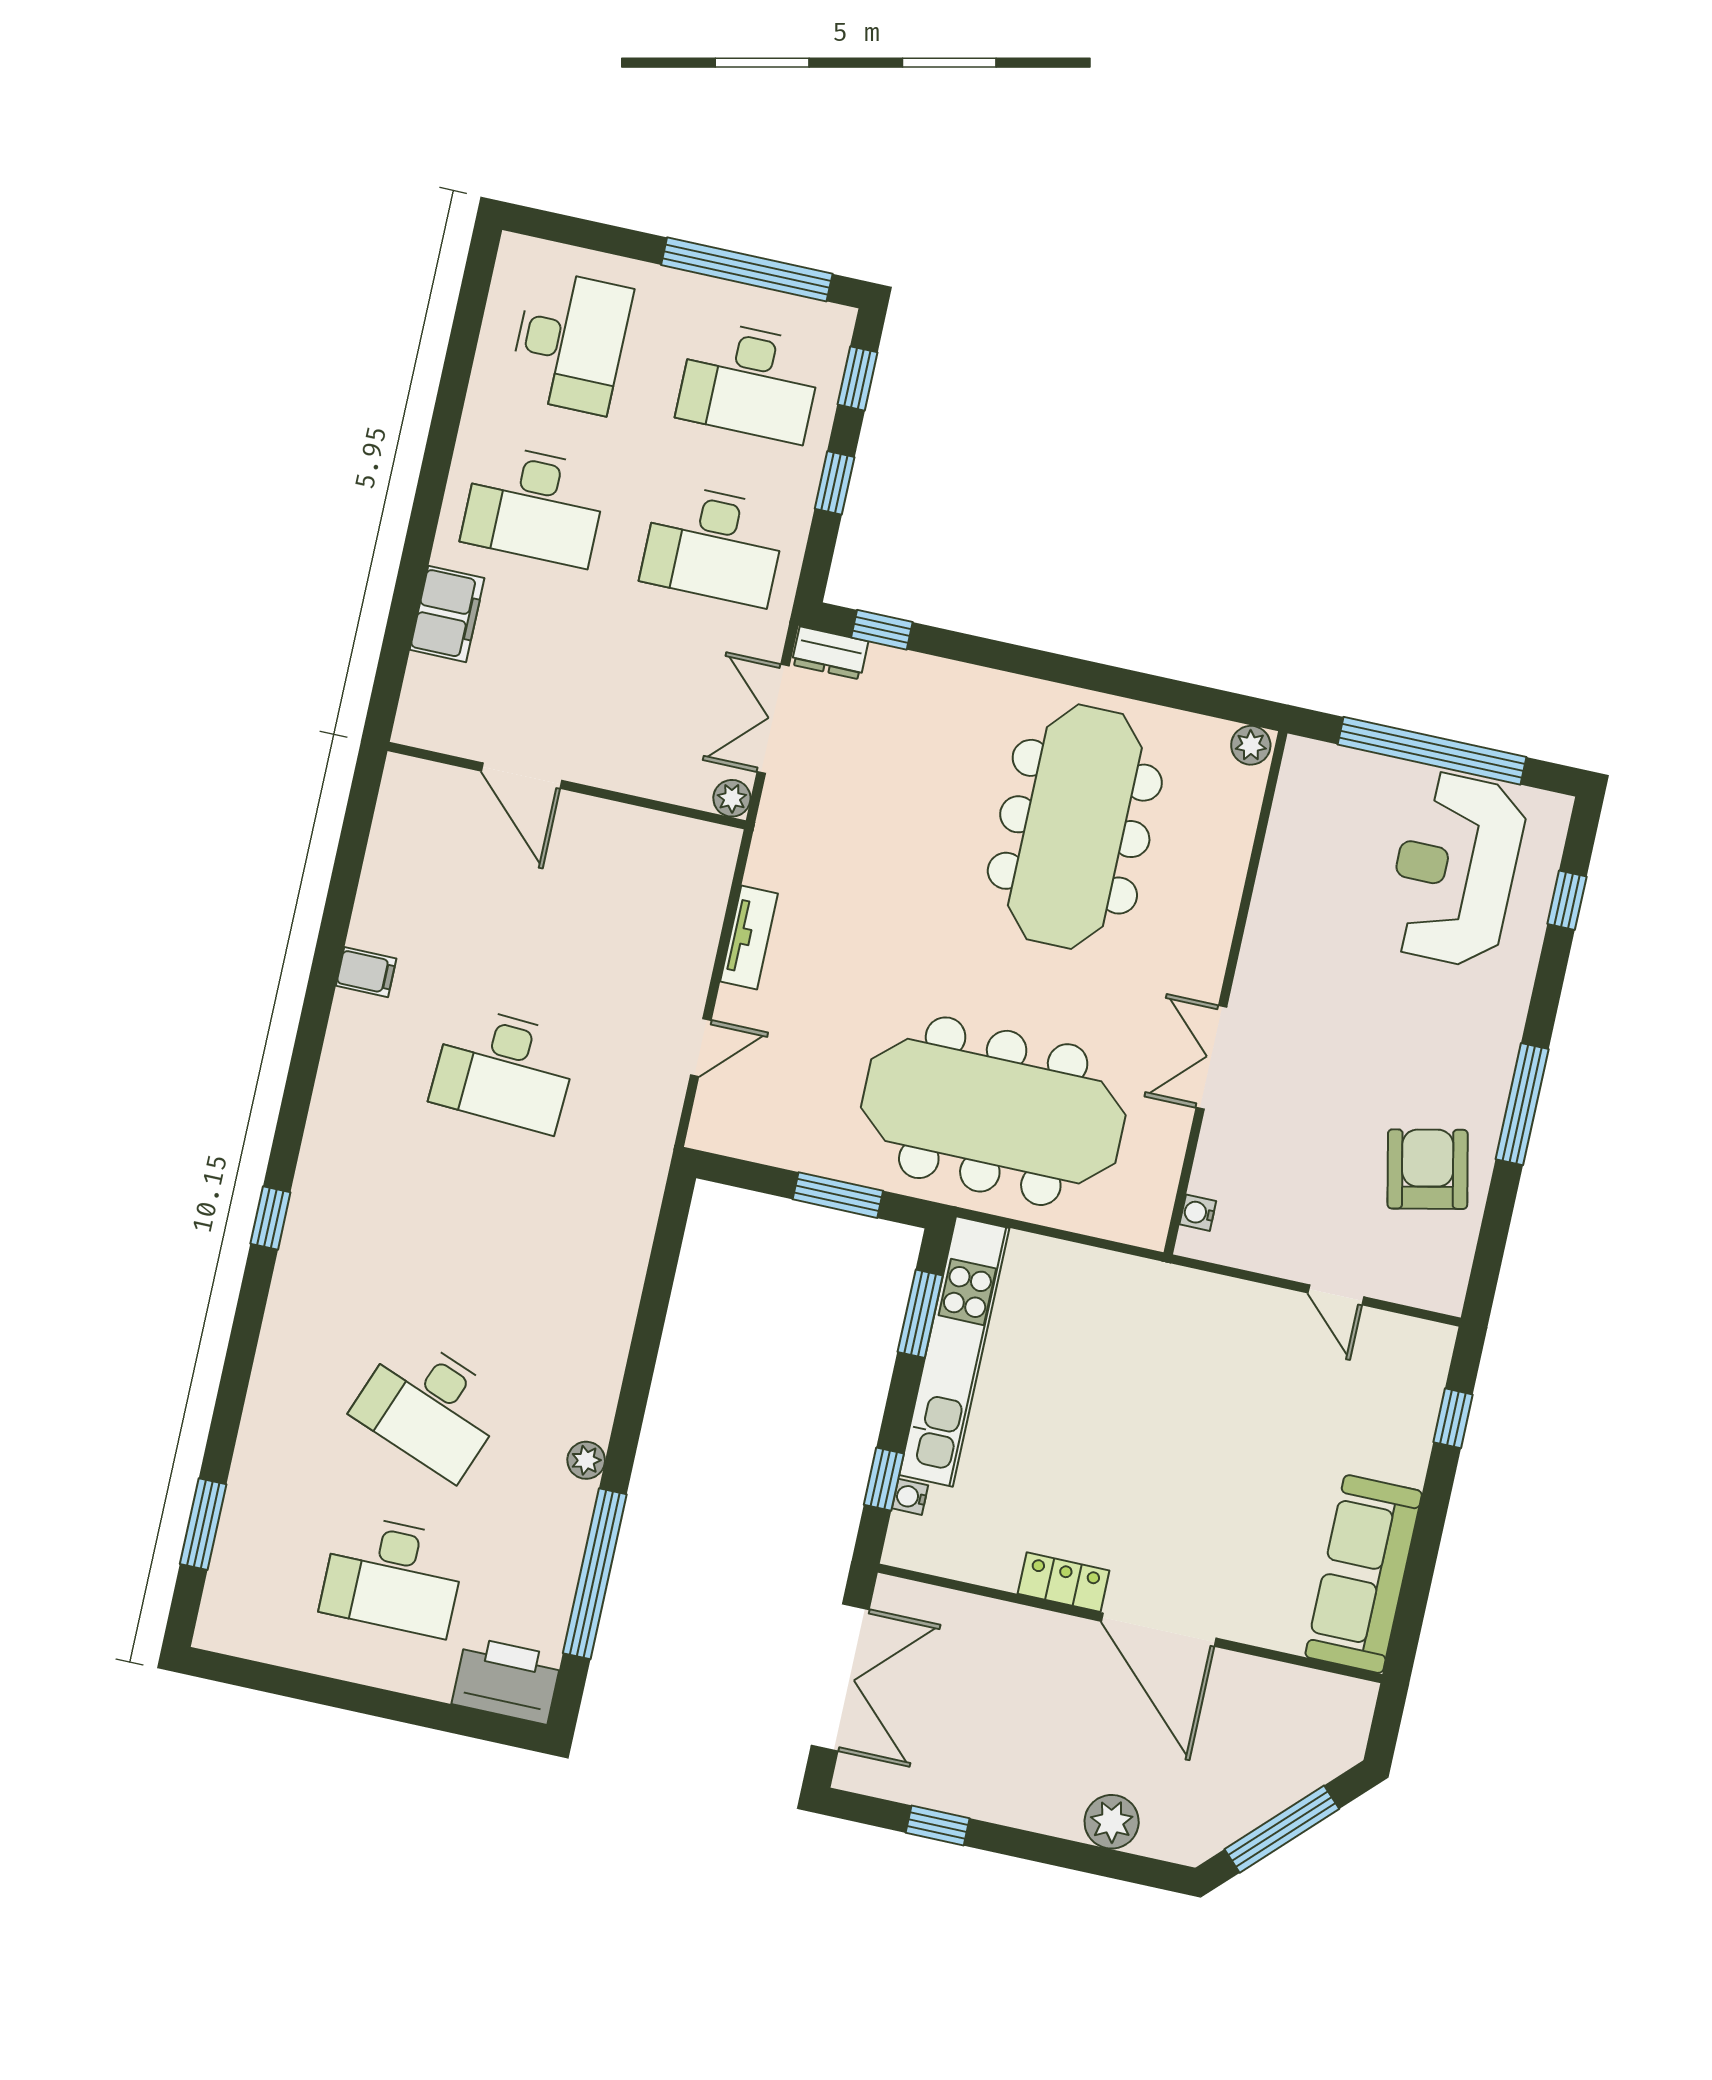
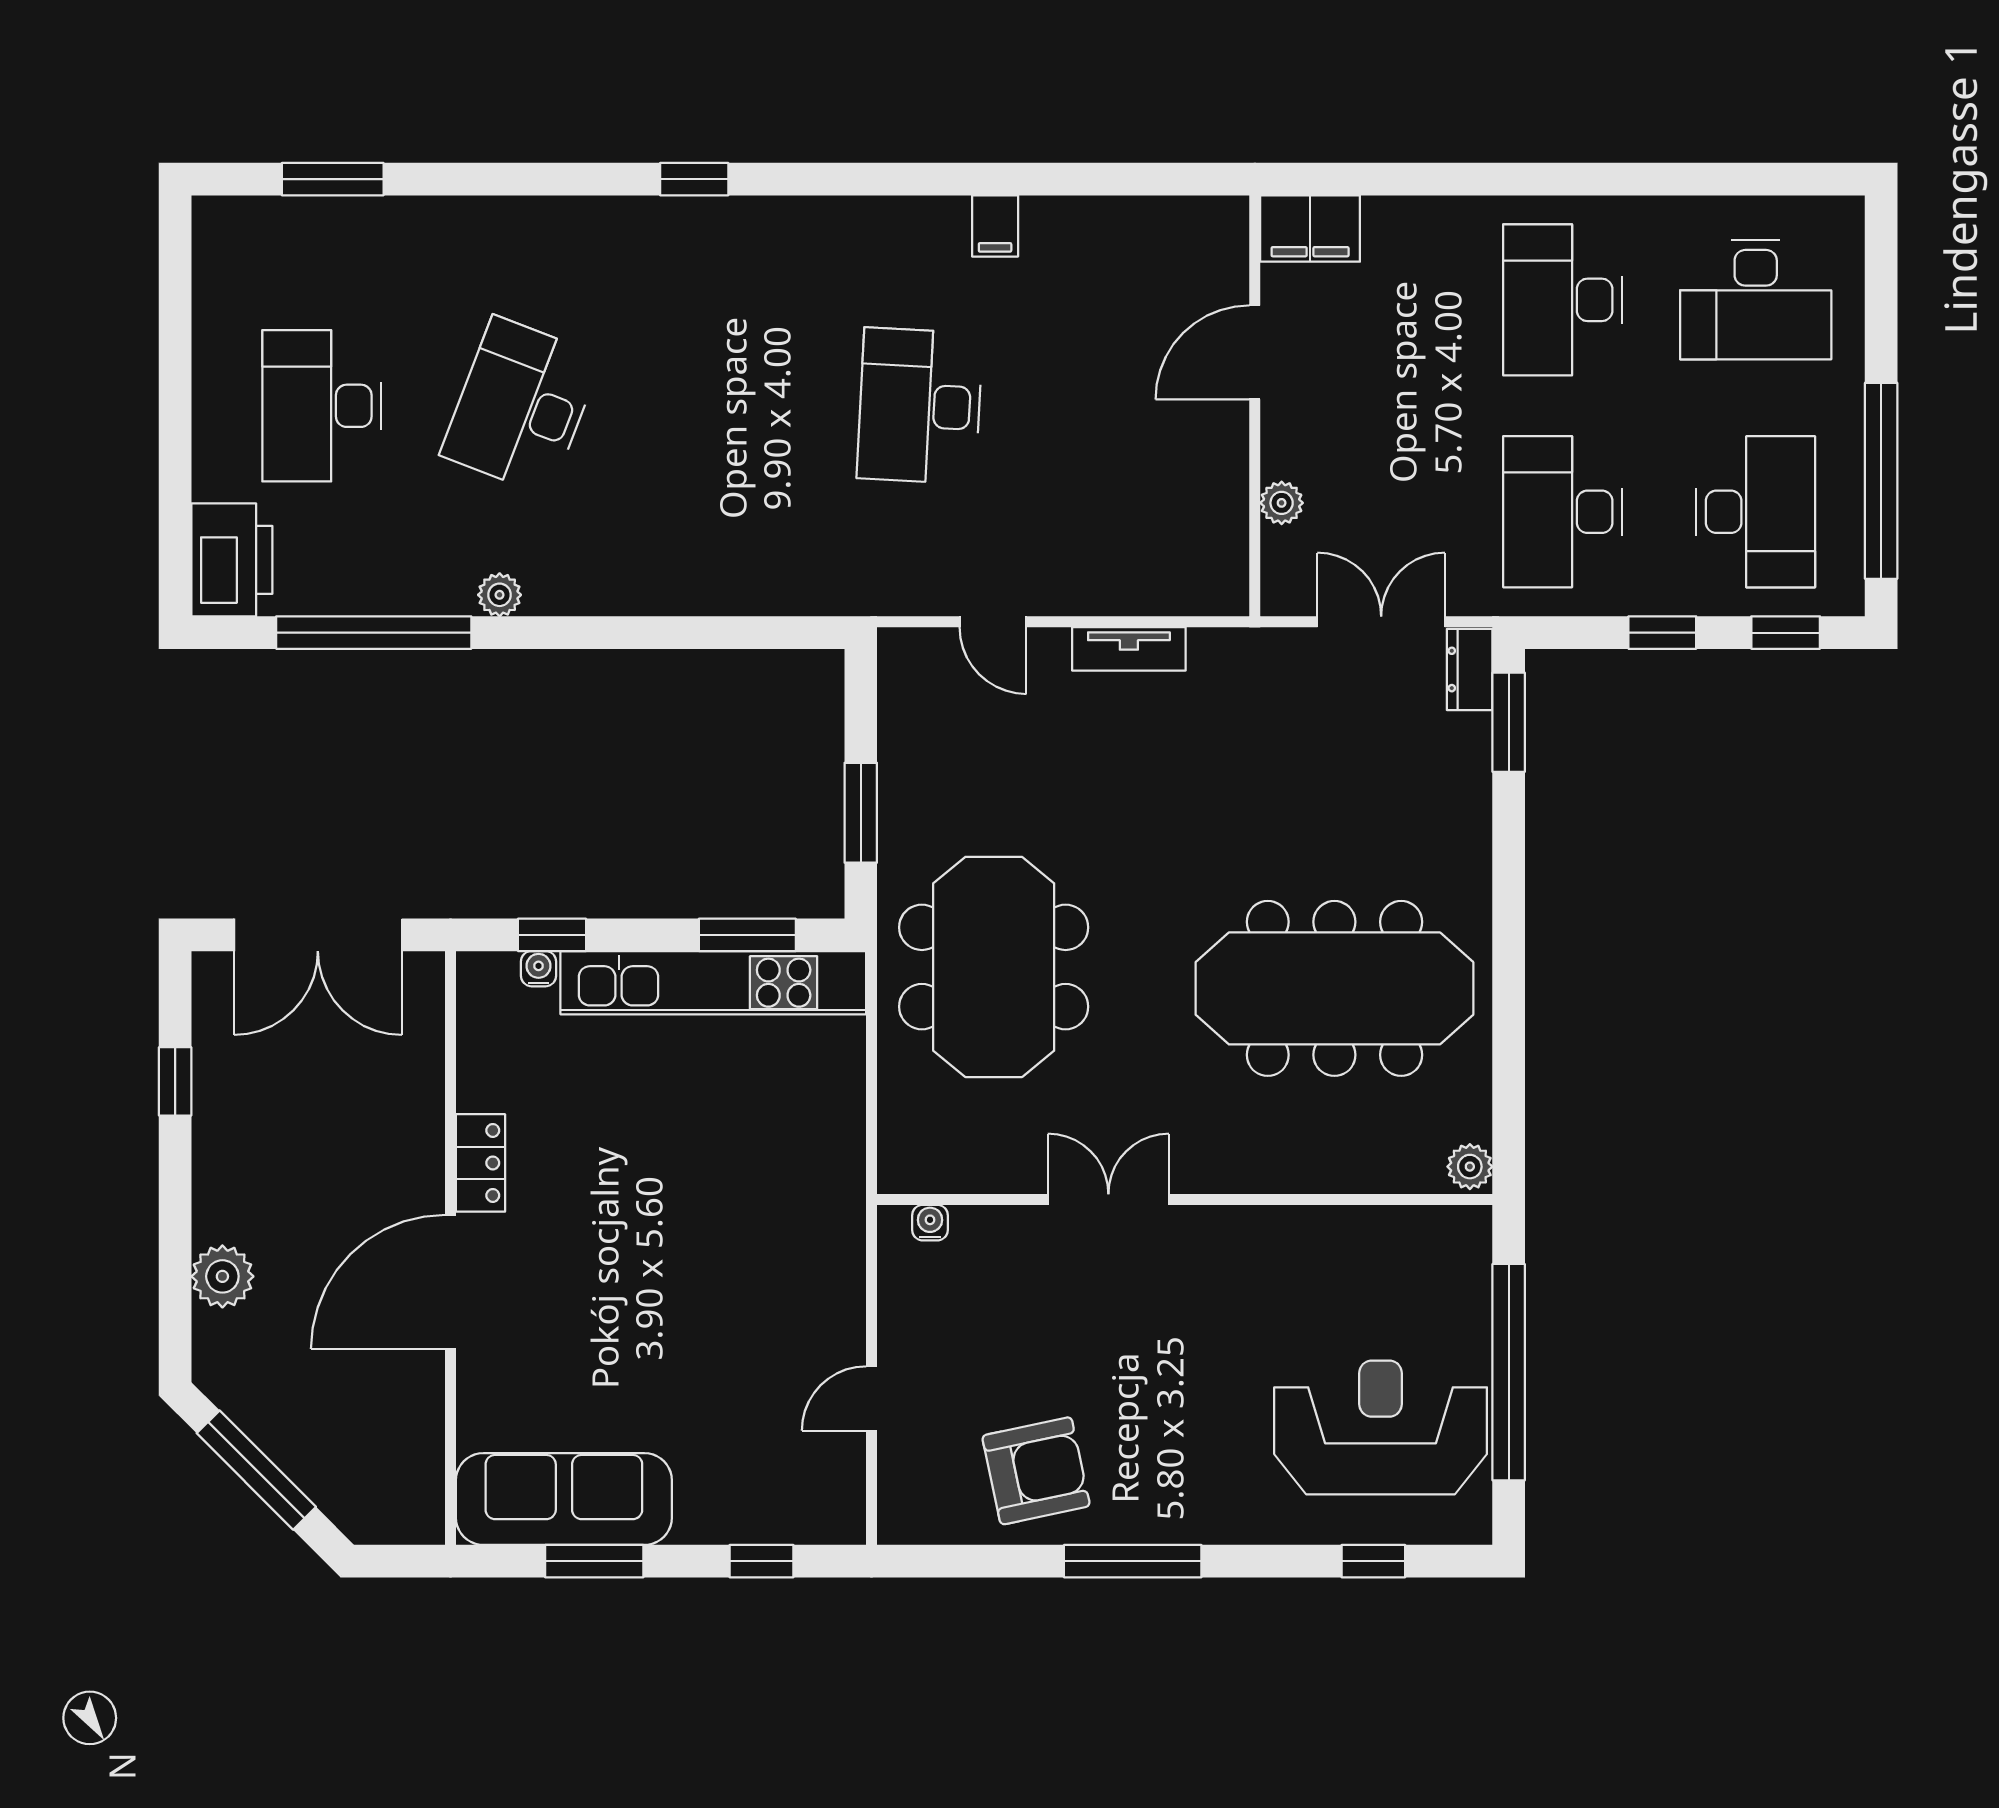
desk: (750, 381) -> (1756, 512), turned 180
filing cabinet: (447, 614) -> (1310, 228), moved
window: (882, 630) -> (1509, 722), width x1.50
plant: (732, 798) -> (1282, 503), moved
meeting table: (993, 1111) -> (994, 967), width x0.73
window: (1422, 1560) -> (594, 1561), added

